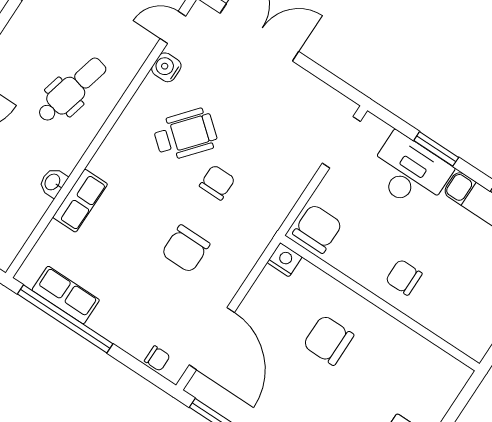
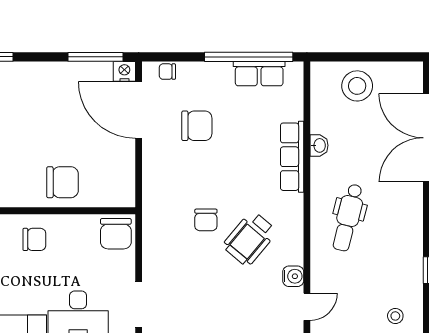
row of seats: (80, 201) -> (292, 157), width x1.48
chair: (186, 249) -> (197, 126), moved, turned 90
nightstand: (285, 260) -> (124, 71), moved, turned 180
chair: (328, 340) -> (62, 182), moved

